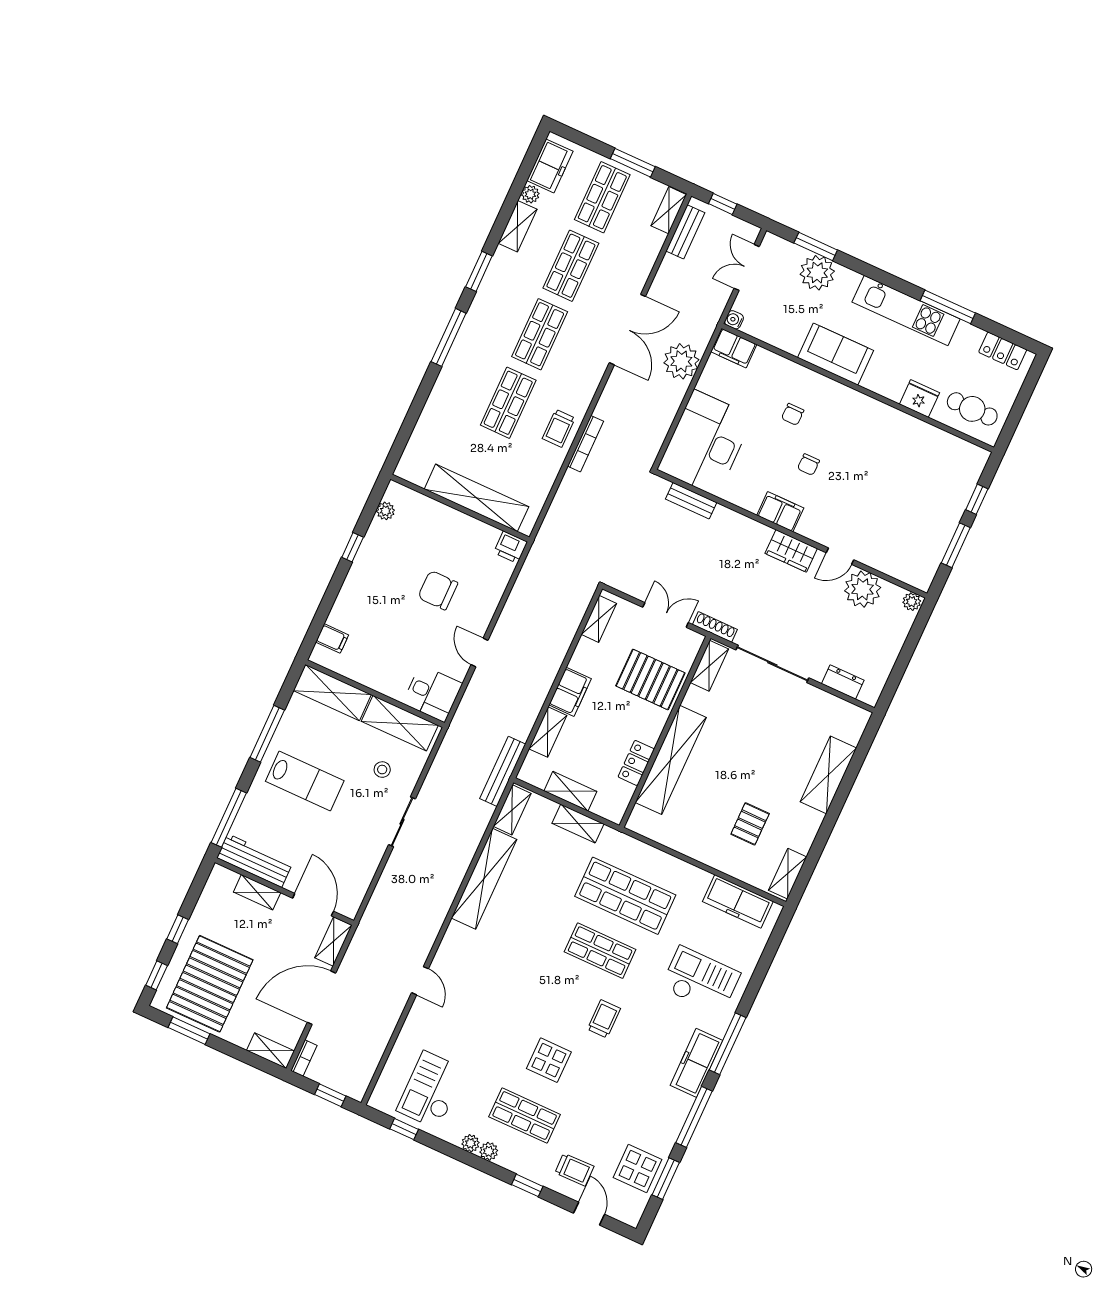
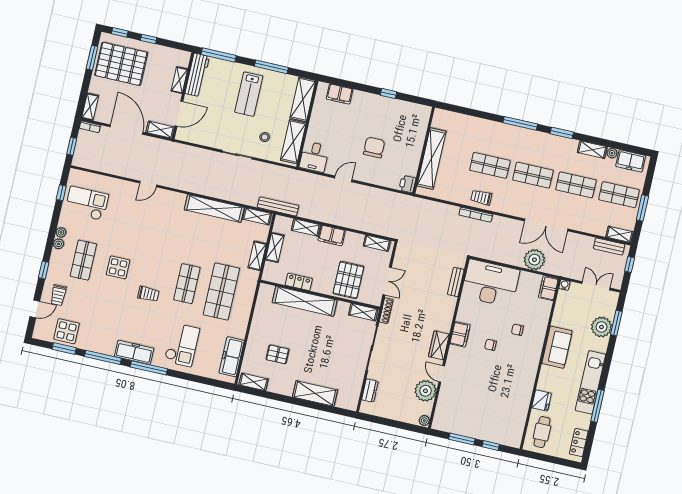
plant: (386, 511) -> (413, 108), removed
filing cabinet: (332, 638) -> (340, 94), width x2.00

